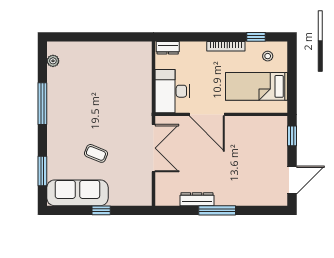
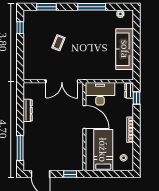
window: (256, 37) -> (136, 98), moved
door: (207, 114) -> (84, 117), swing flipped
sofa: (77, 193) -> (125, 49), moved, turned 180
window: (101, 210) -> (20, 28), moved
window: (217, 210) -> (20, 148), moved

